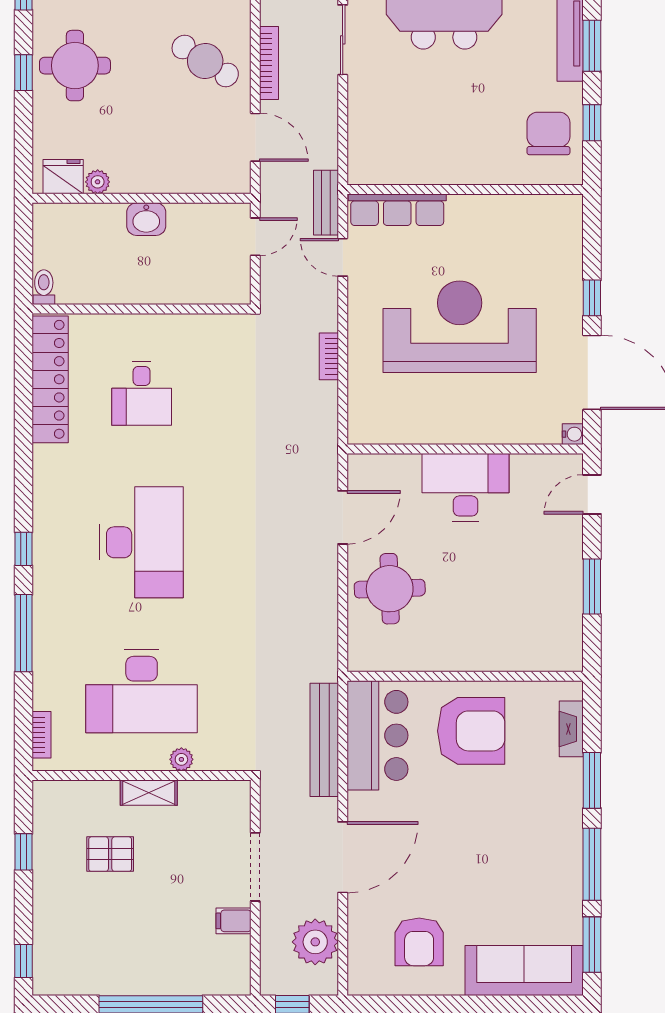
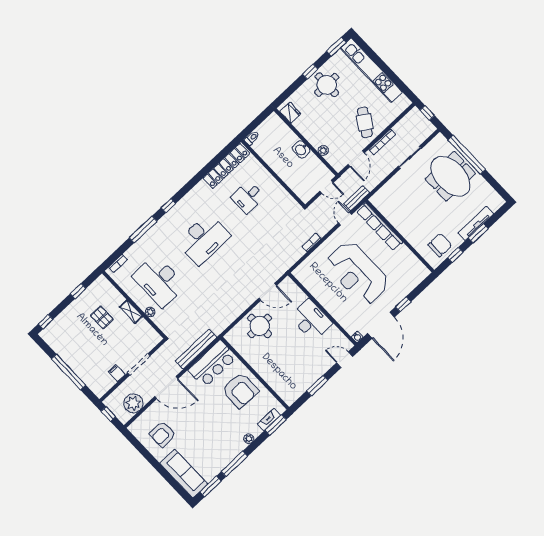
plant: (98, 182) -> (323, 150), moved
row of seats: (397, 210) -> (380, 227), width x1.36
reception desk: (460, 327) -> (357, 273), turned 180
window: (592, 780) -> (276, 425), moved
plant: (571, 797) -> (249, 439), added

